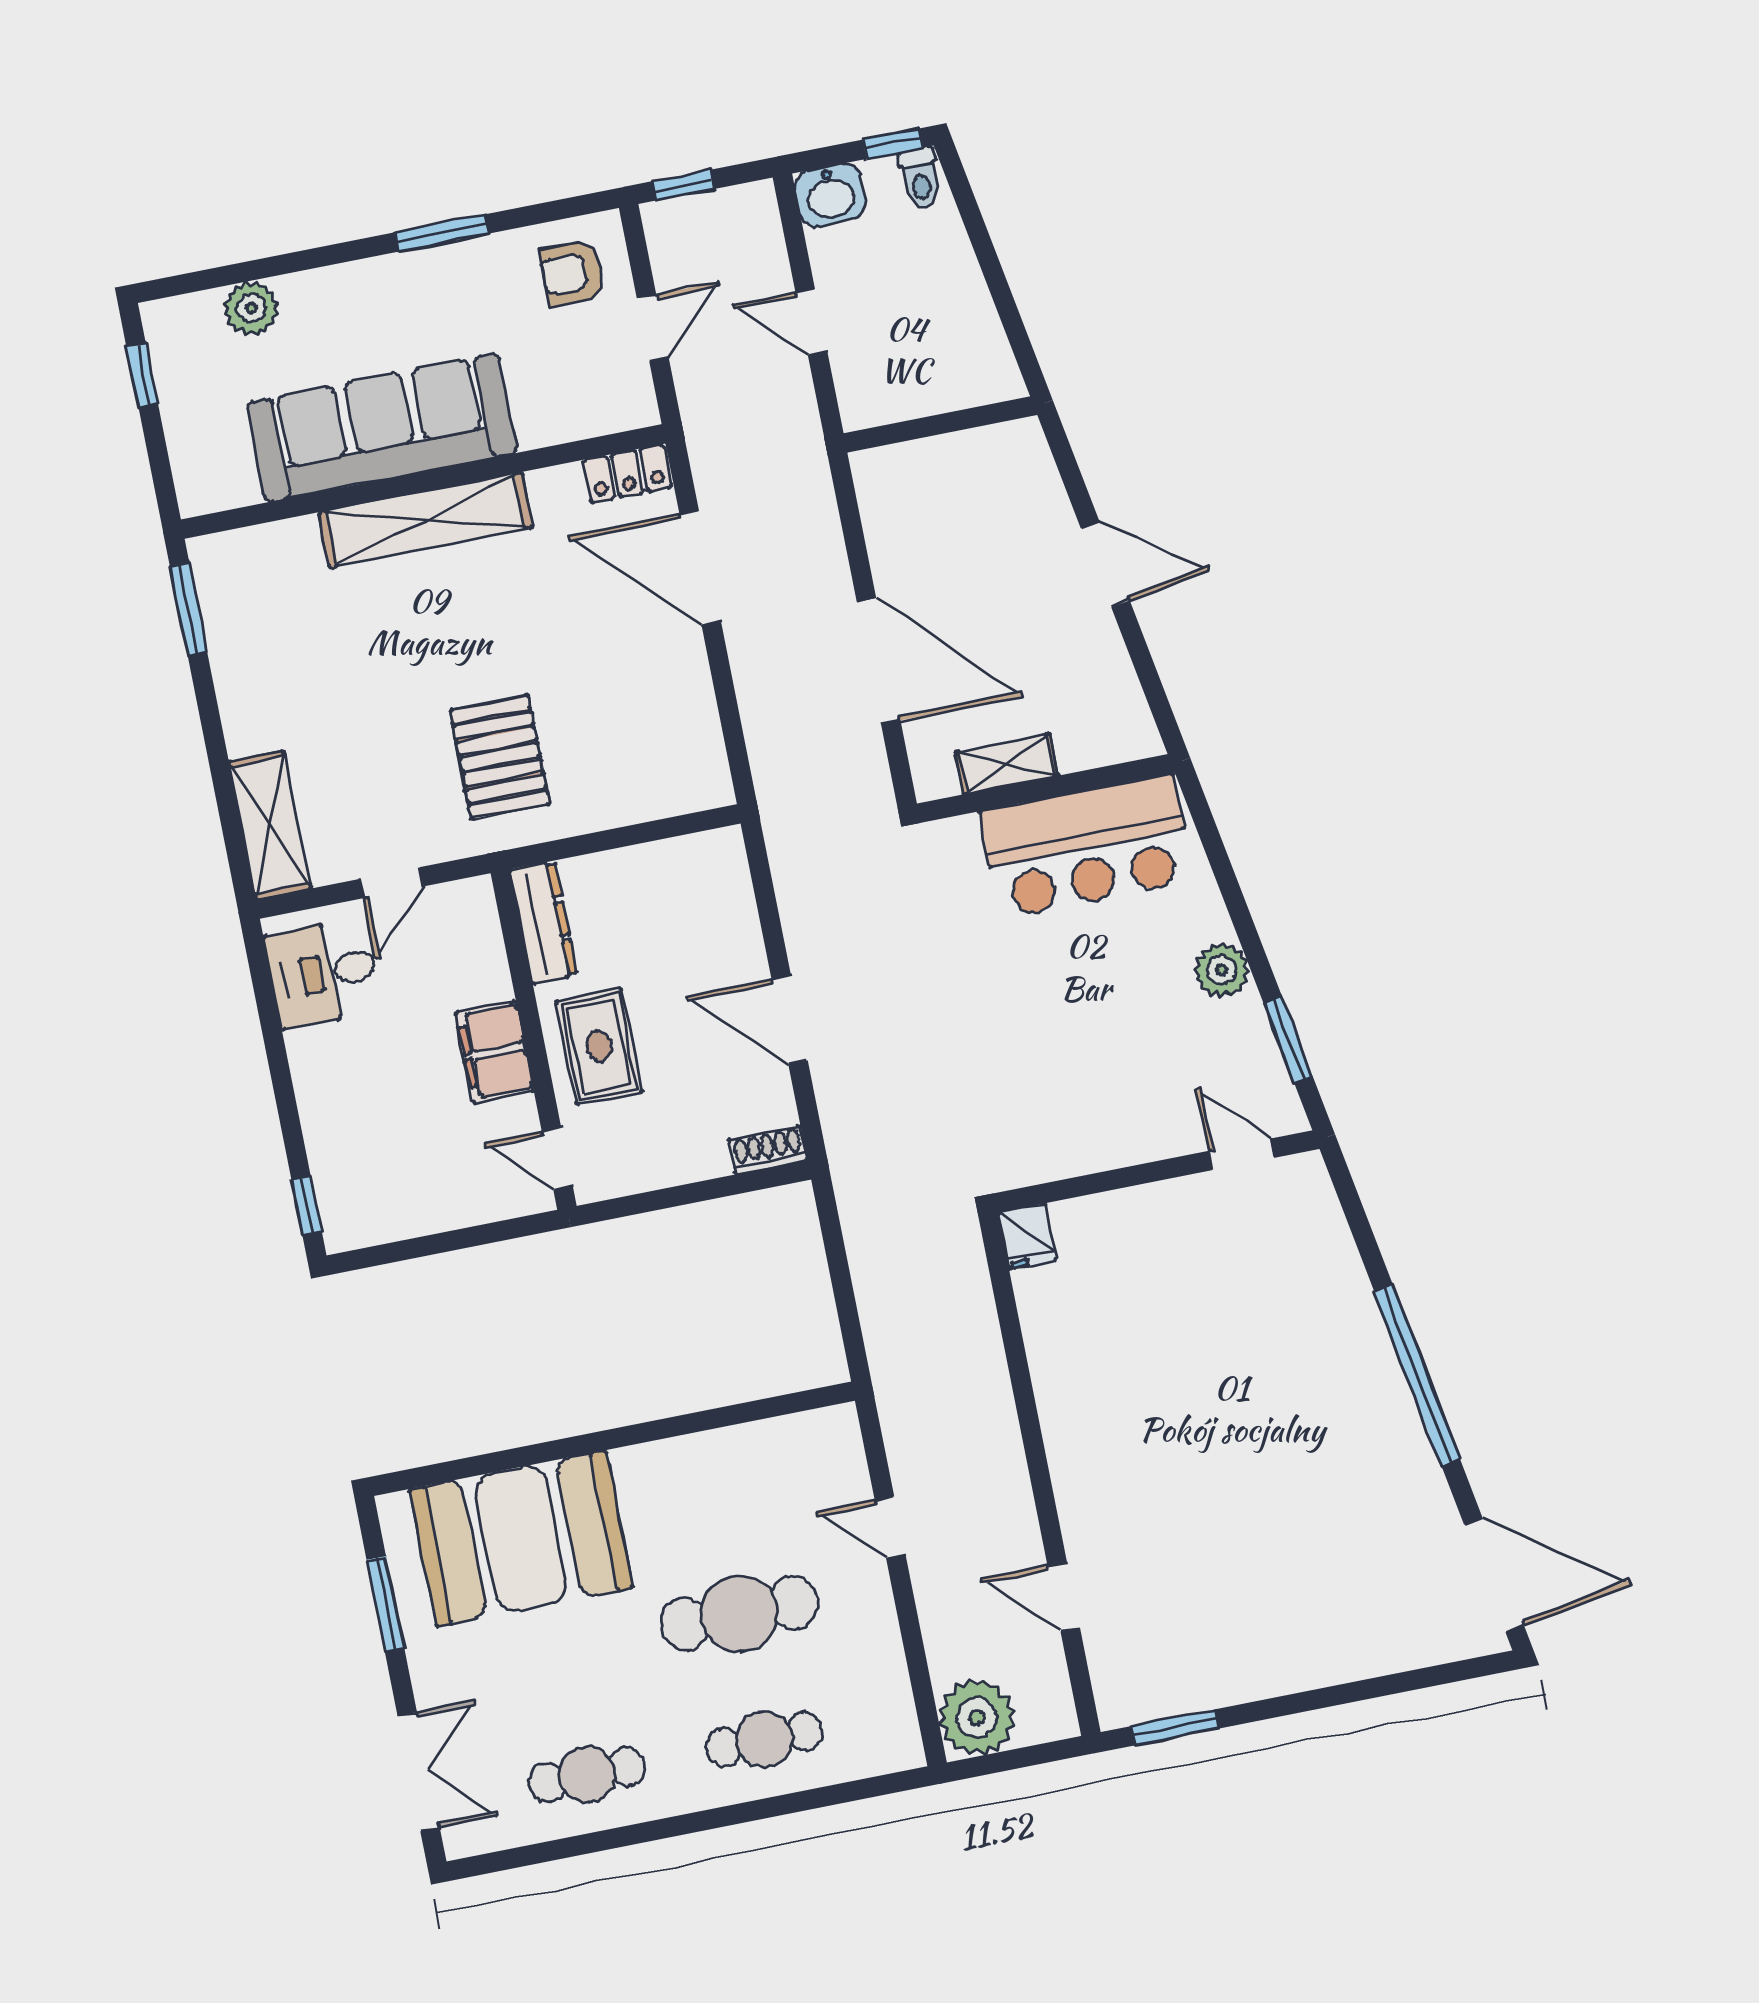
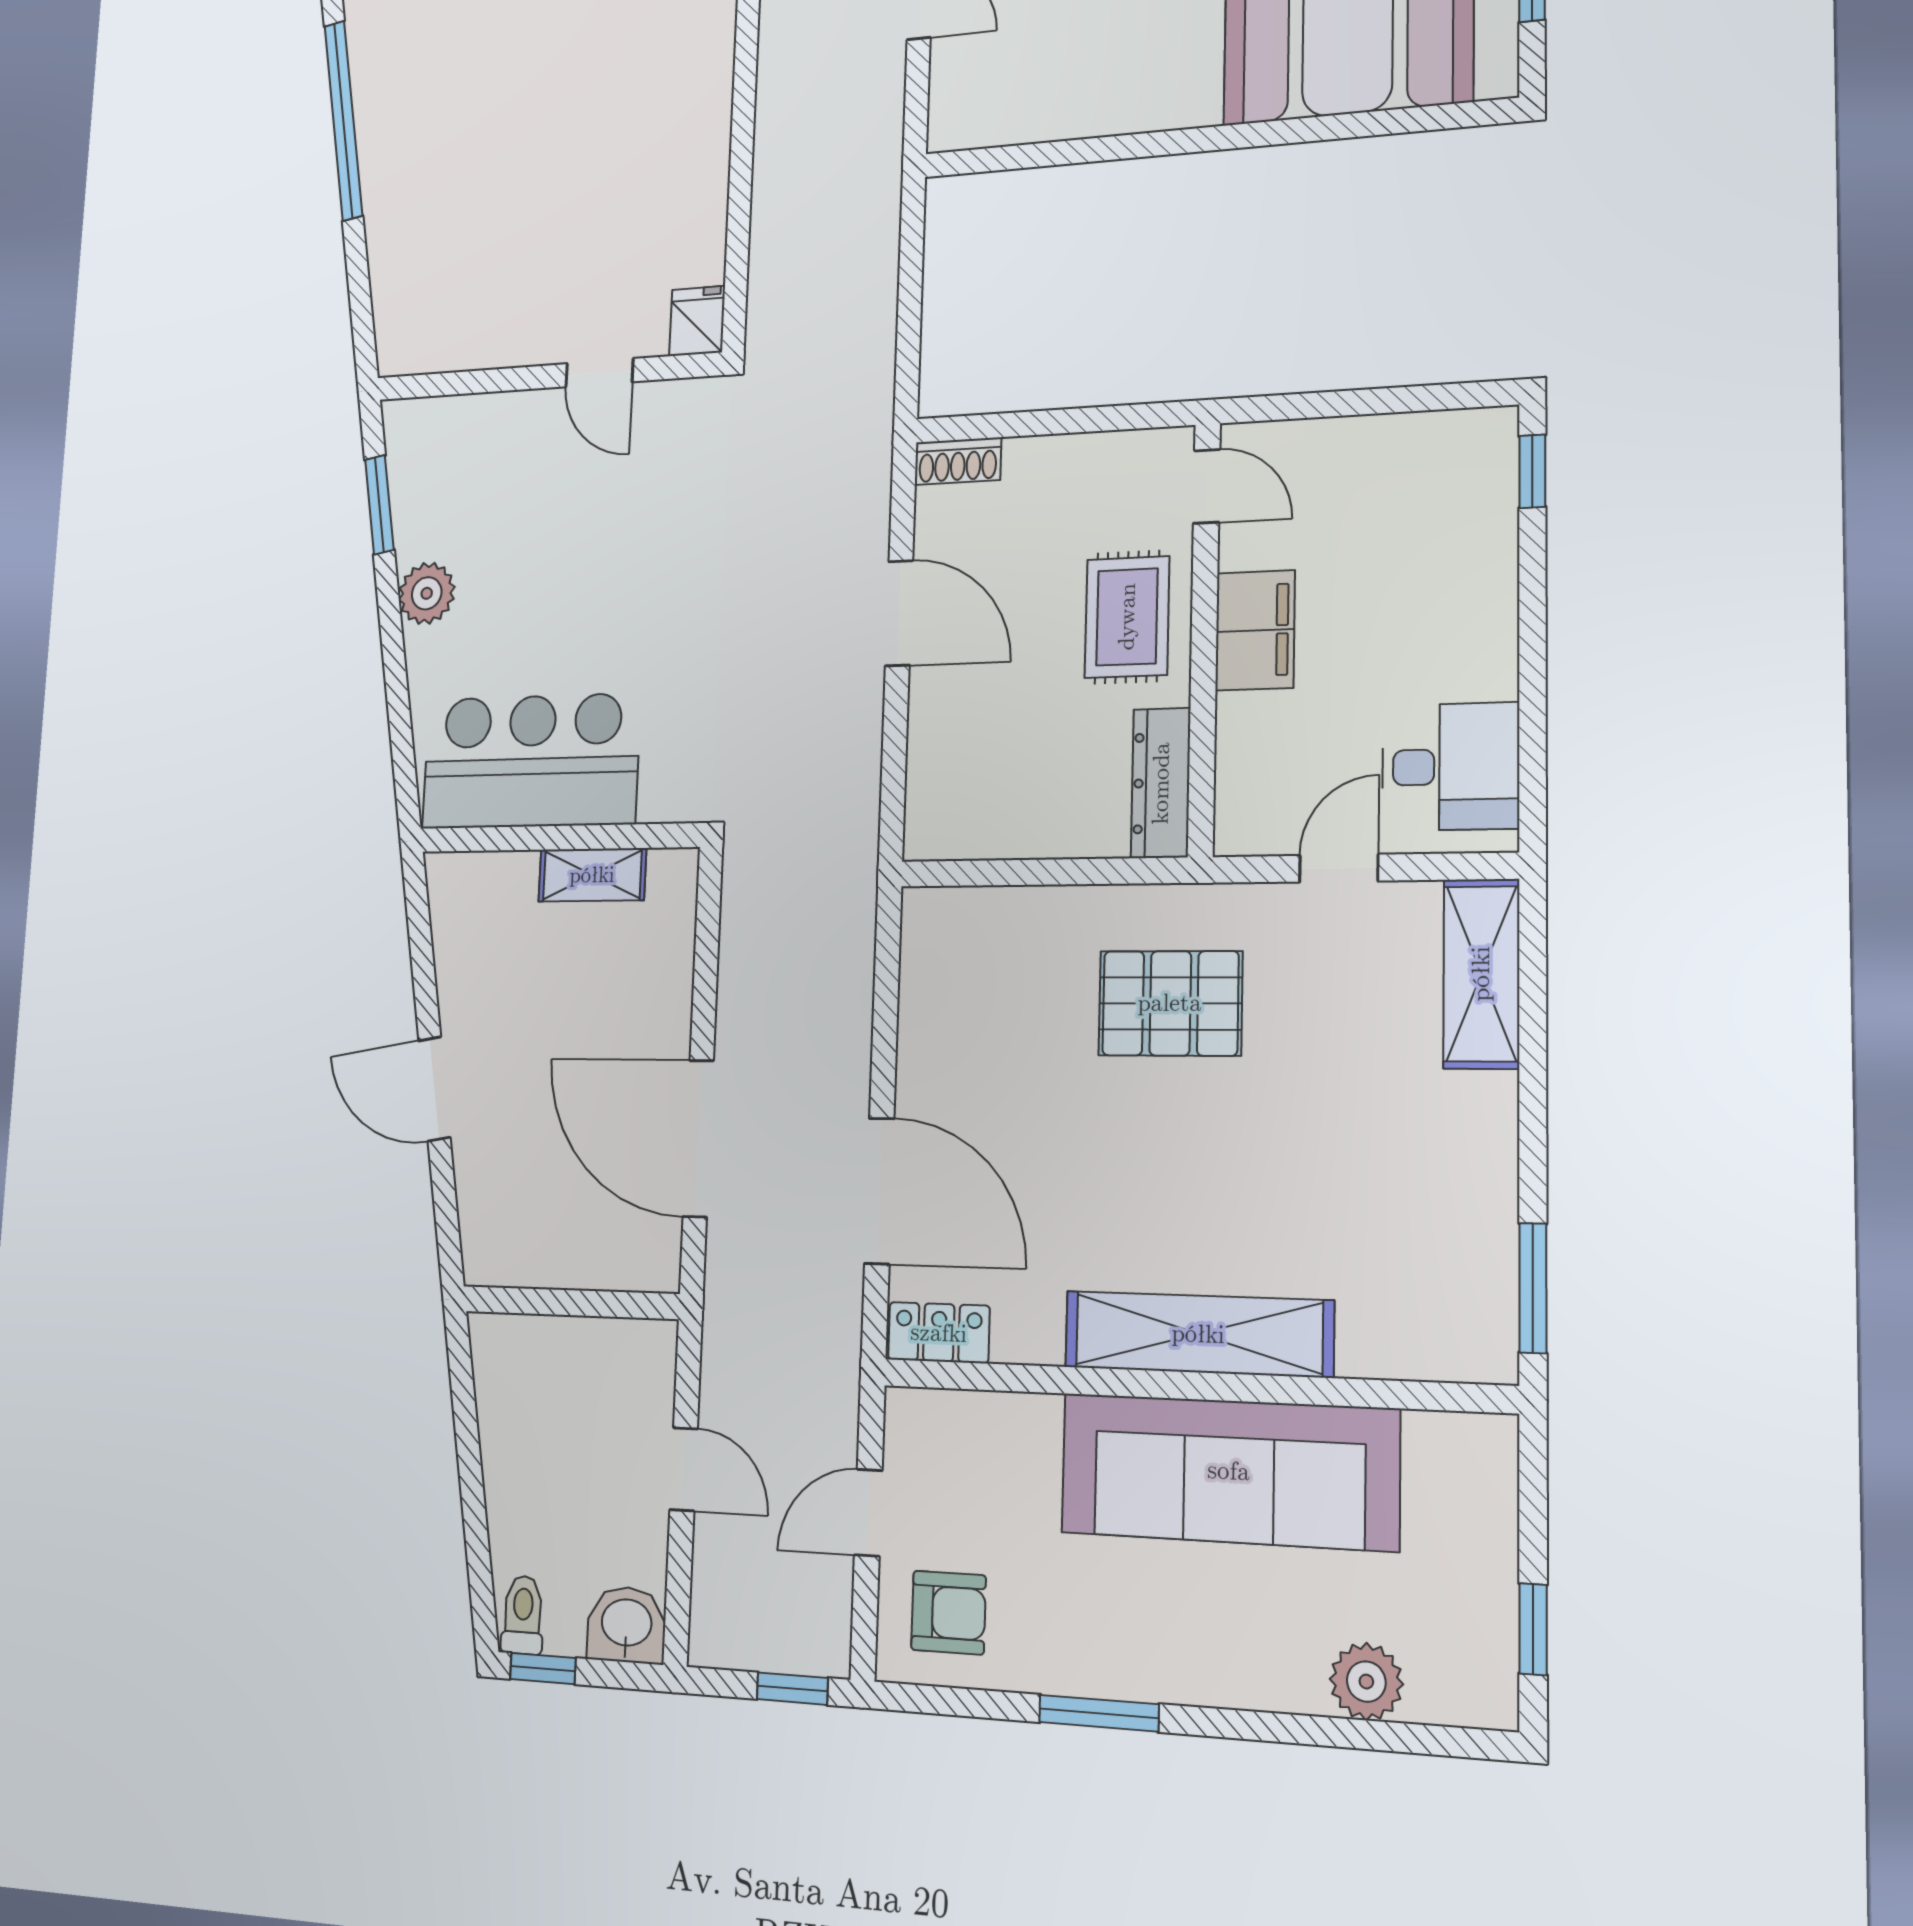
door: (879, 661) -> (698, 1138), moved
pallet: (500, 757) -> (1170, 1003), turned 90
door: (1241, 1154) -> (599, 373), moved

